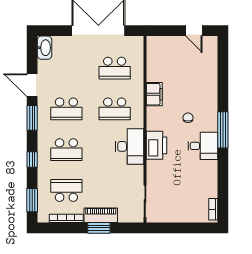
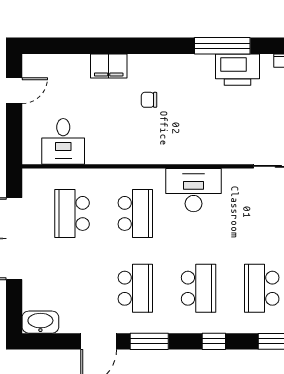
school desk: (115, 68) -> (72, 213), turned 180
filing cabinet: (154, 94) -> (109, 66), moved, turned 180
window: (223, 130) -> (222, 46), moved
printer: (156, 145) -> (237, 70), moved, turned 180
desk: (203, 146) -> (63, 141), moved, turned 180

